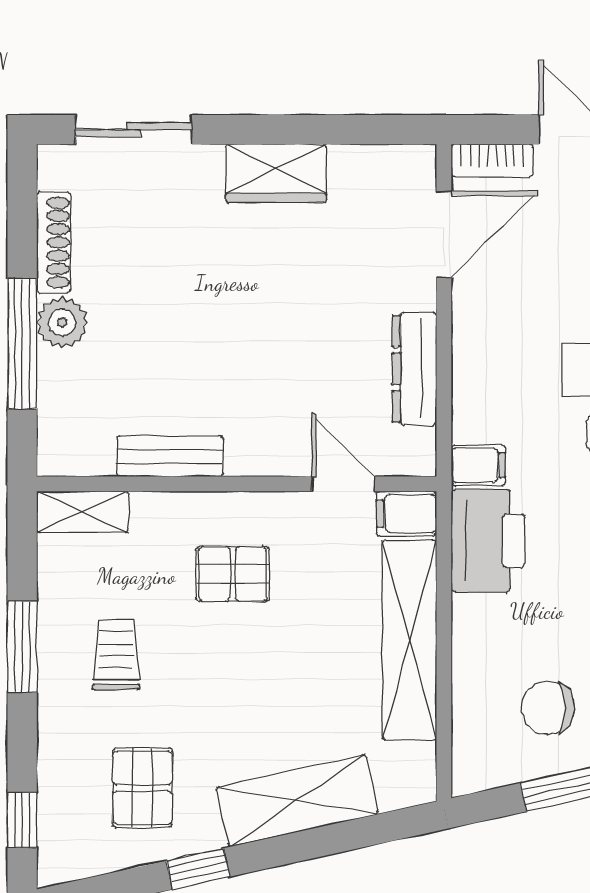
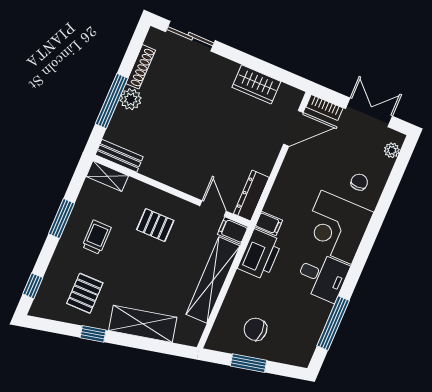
wardrobe: (276, 173) -> (256, 84), moved
dresser: (415, 369) -> (251, 196), moved
bench: (170, 456) -> (119, 156), moved

